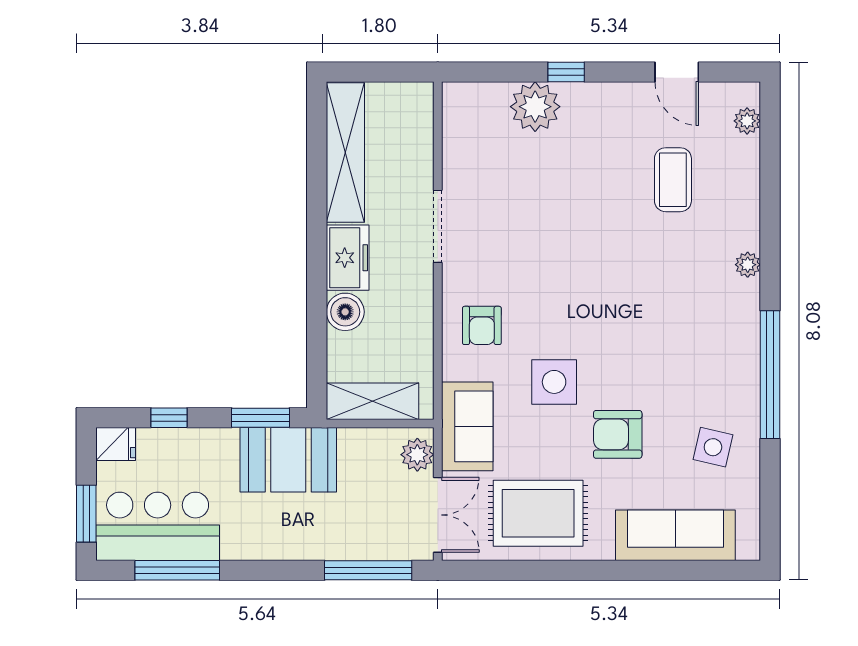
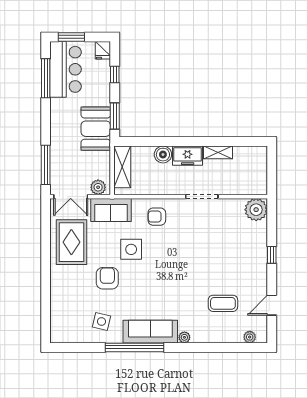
plant: (535, 107) -> (256, 210), moved
shelving: (345, 152) -> (218, 152), width x0.45, depth x0.75
sofa: (675, 535) -> (150, 332), moved, turned -90

